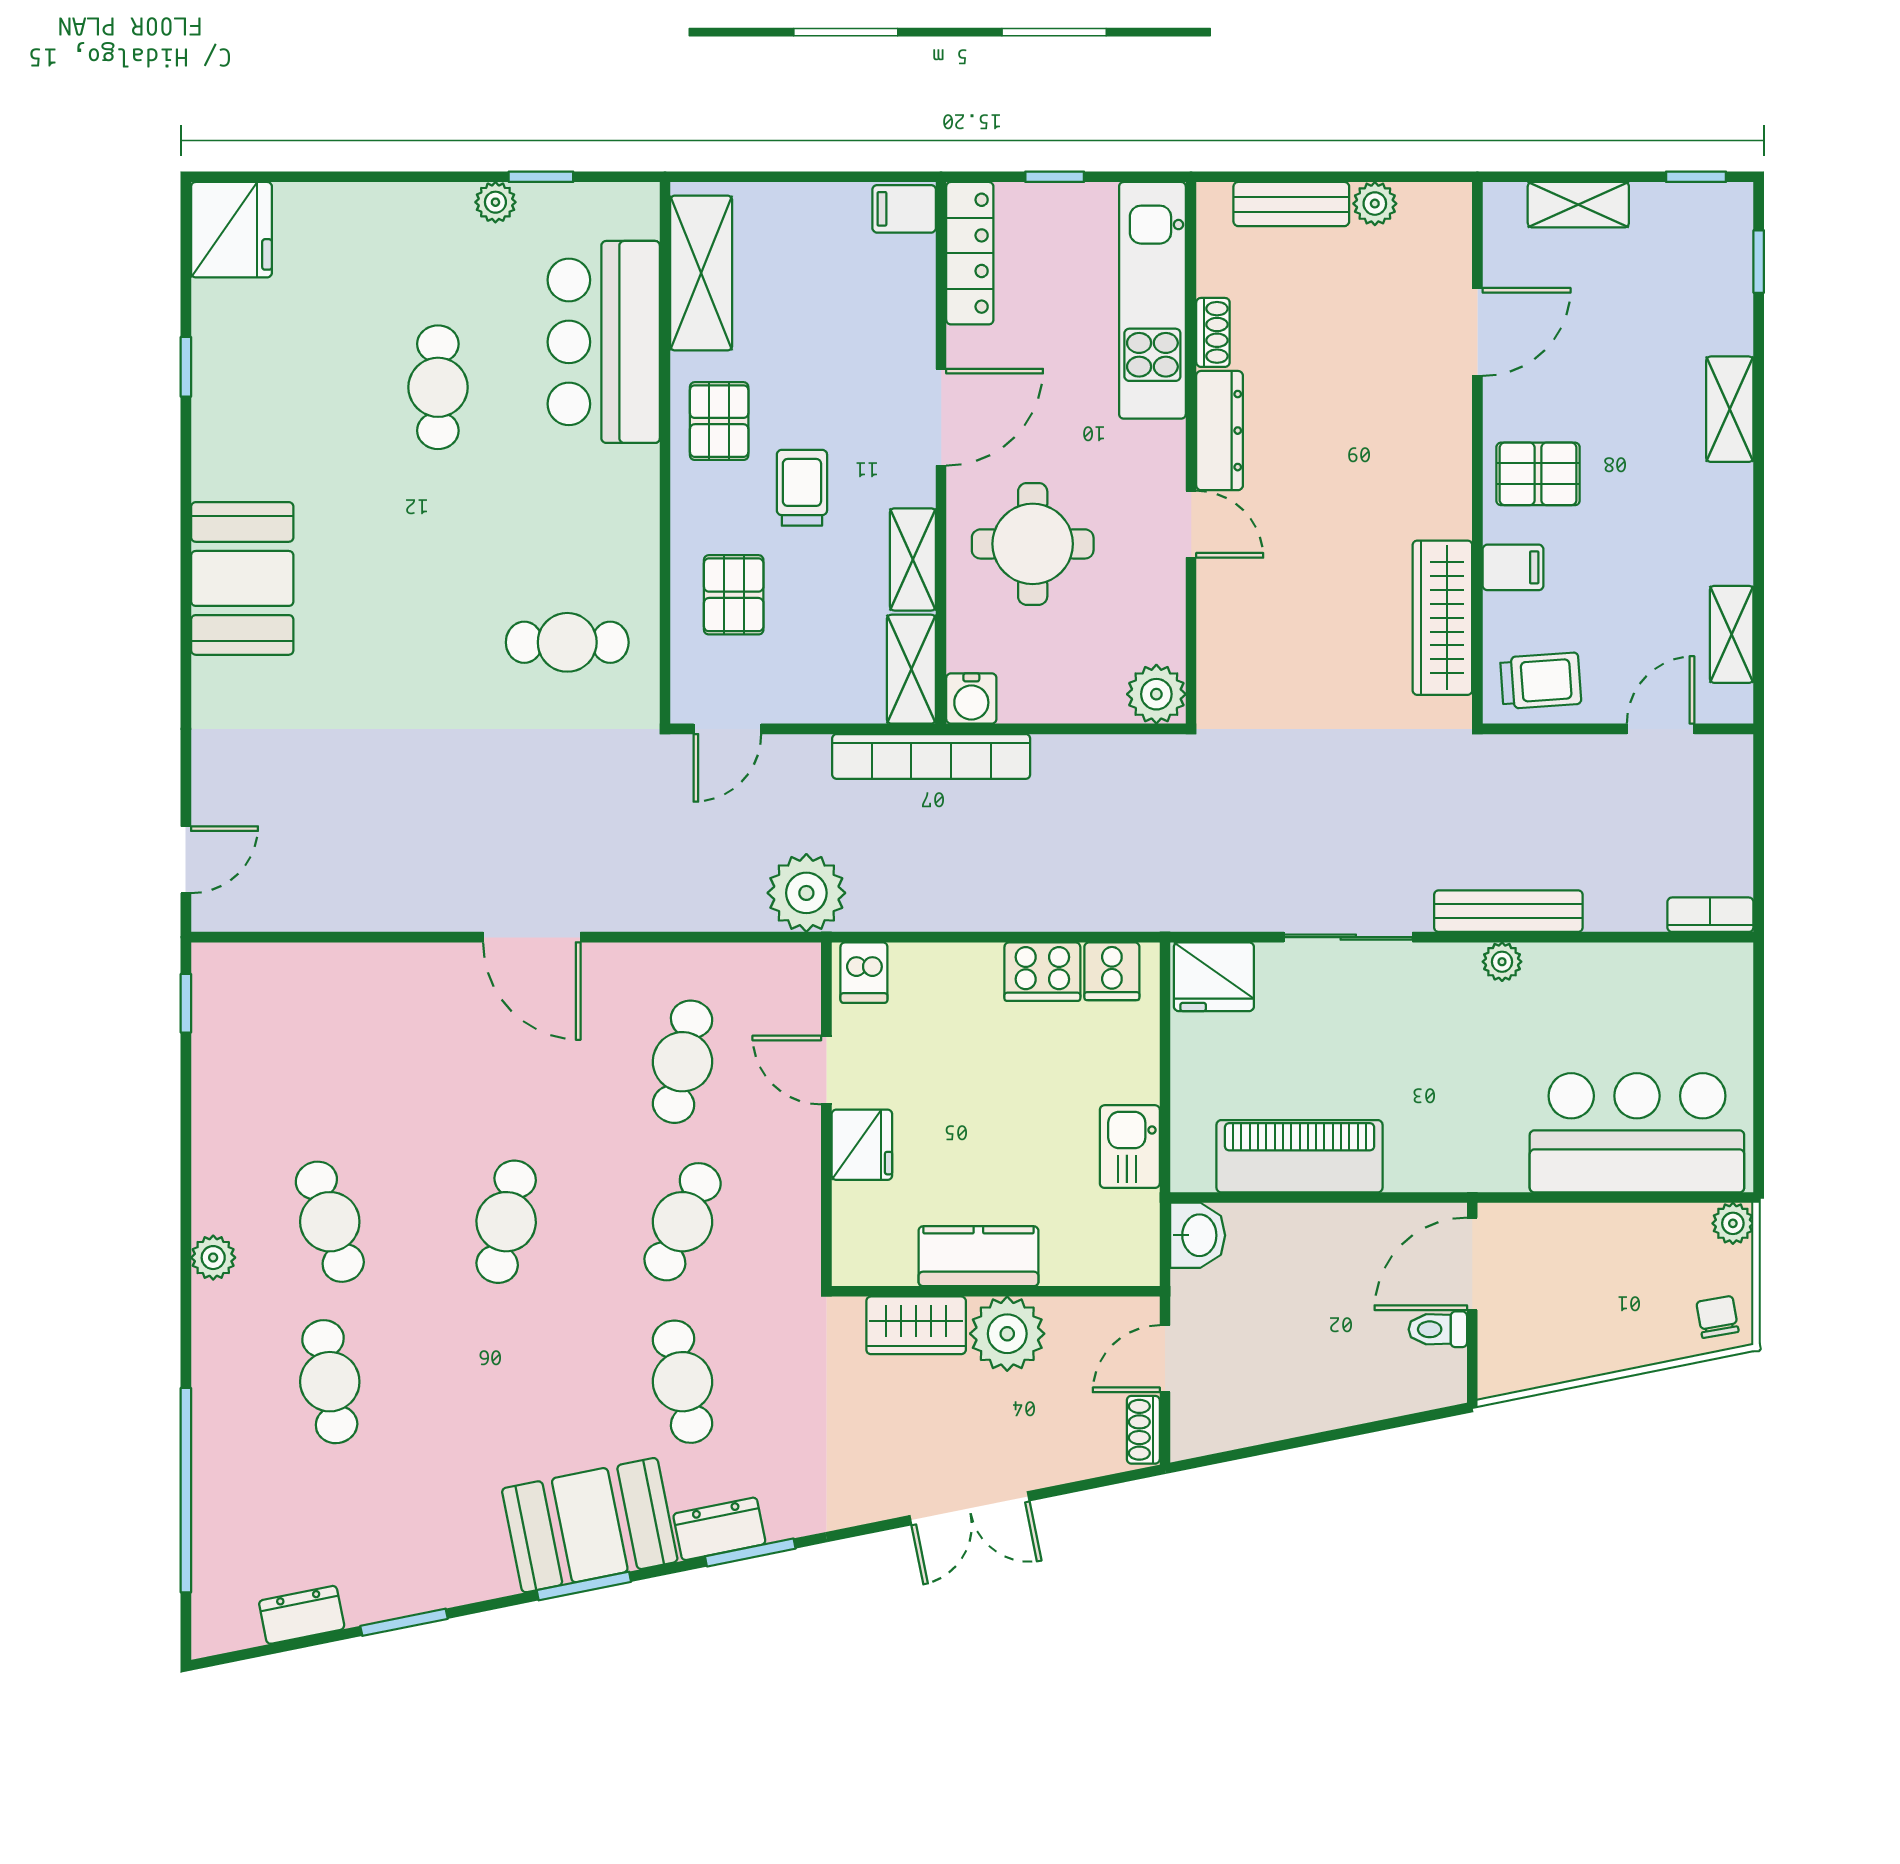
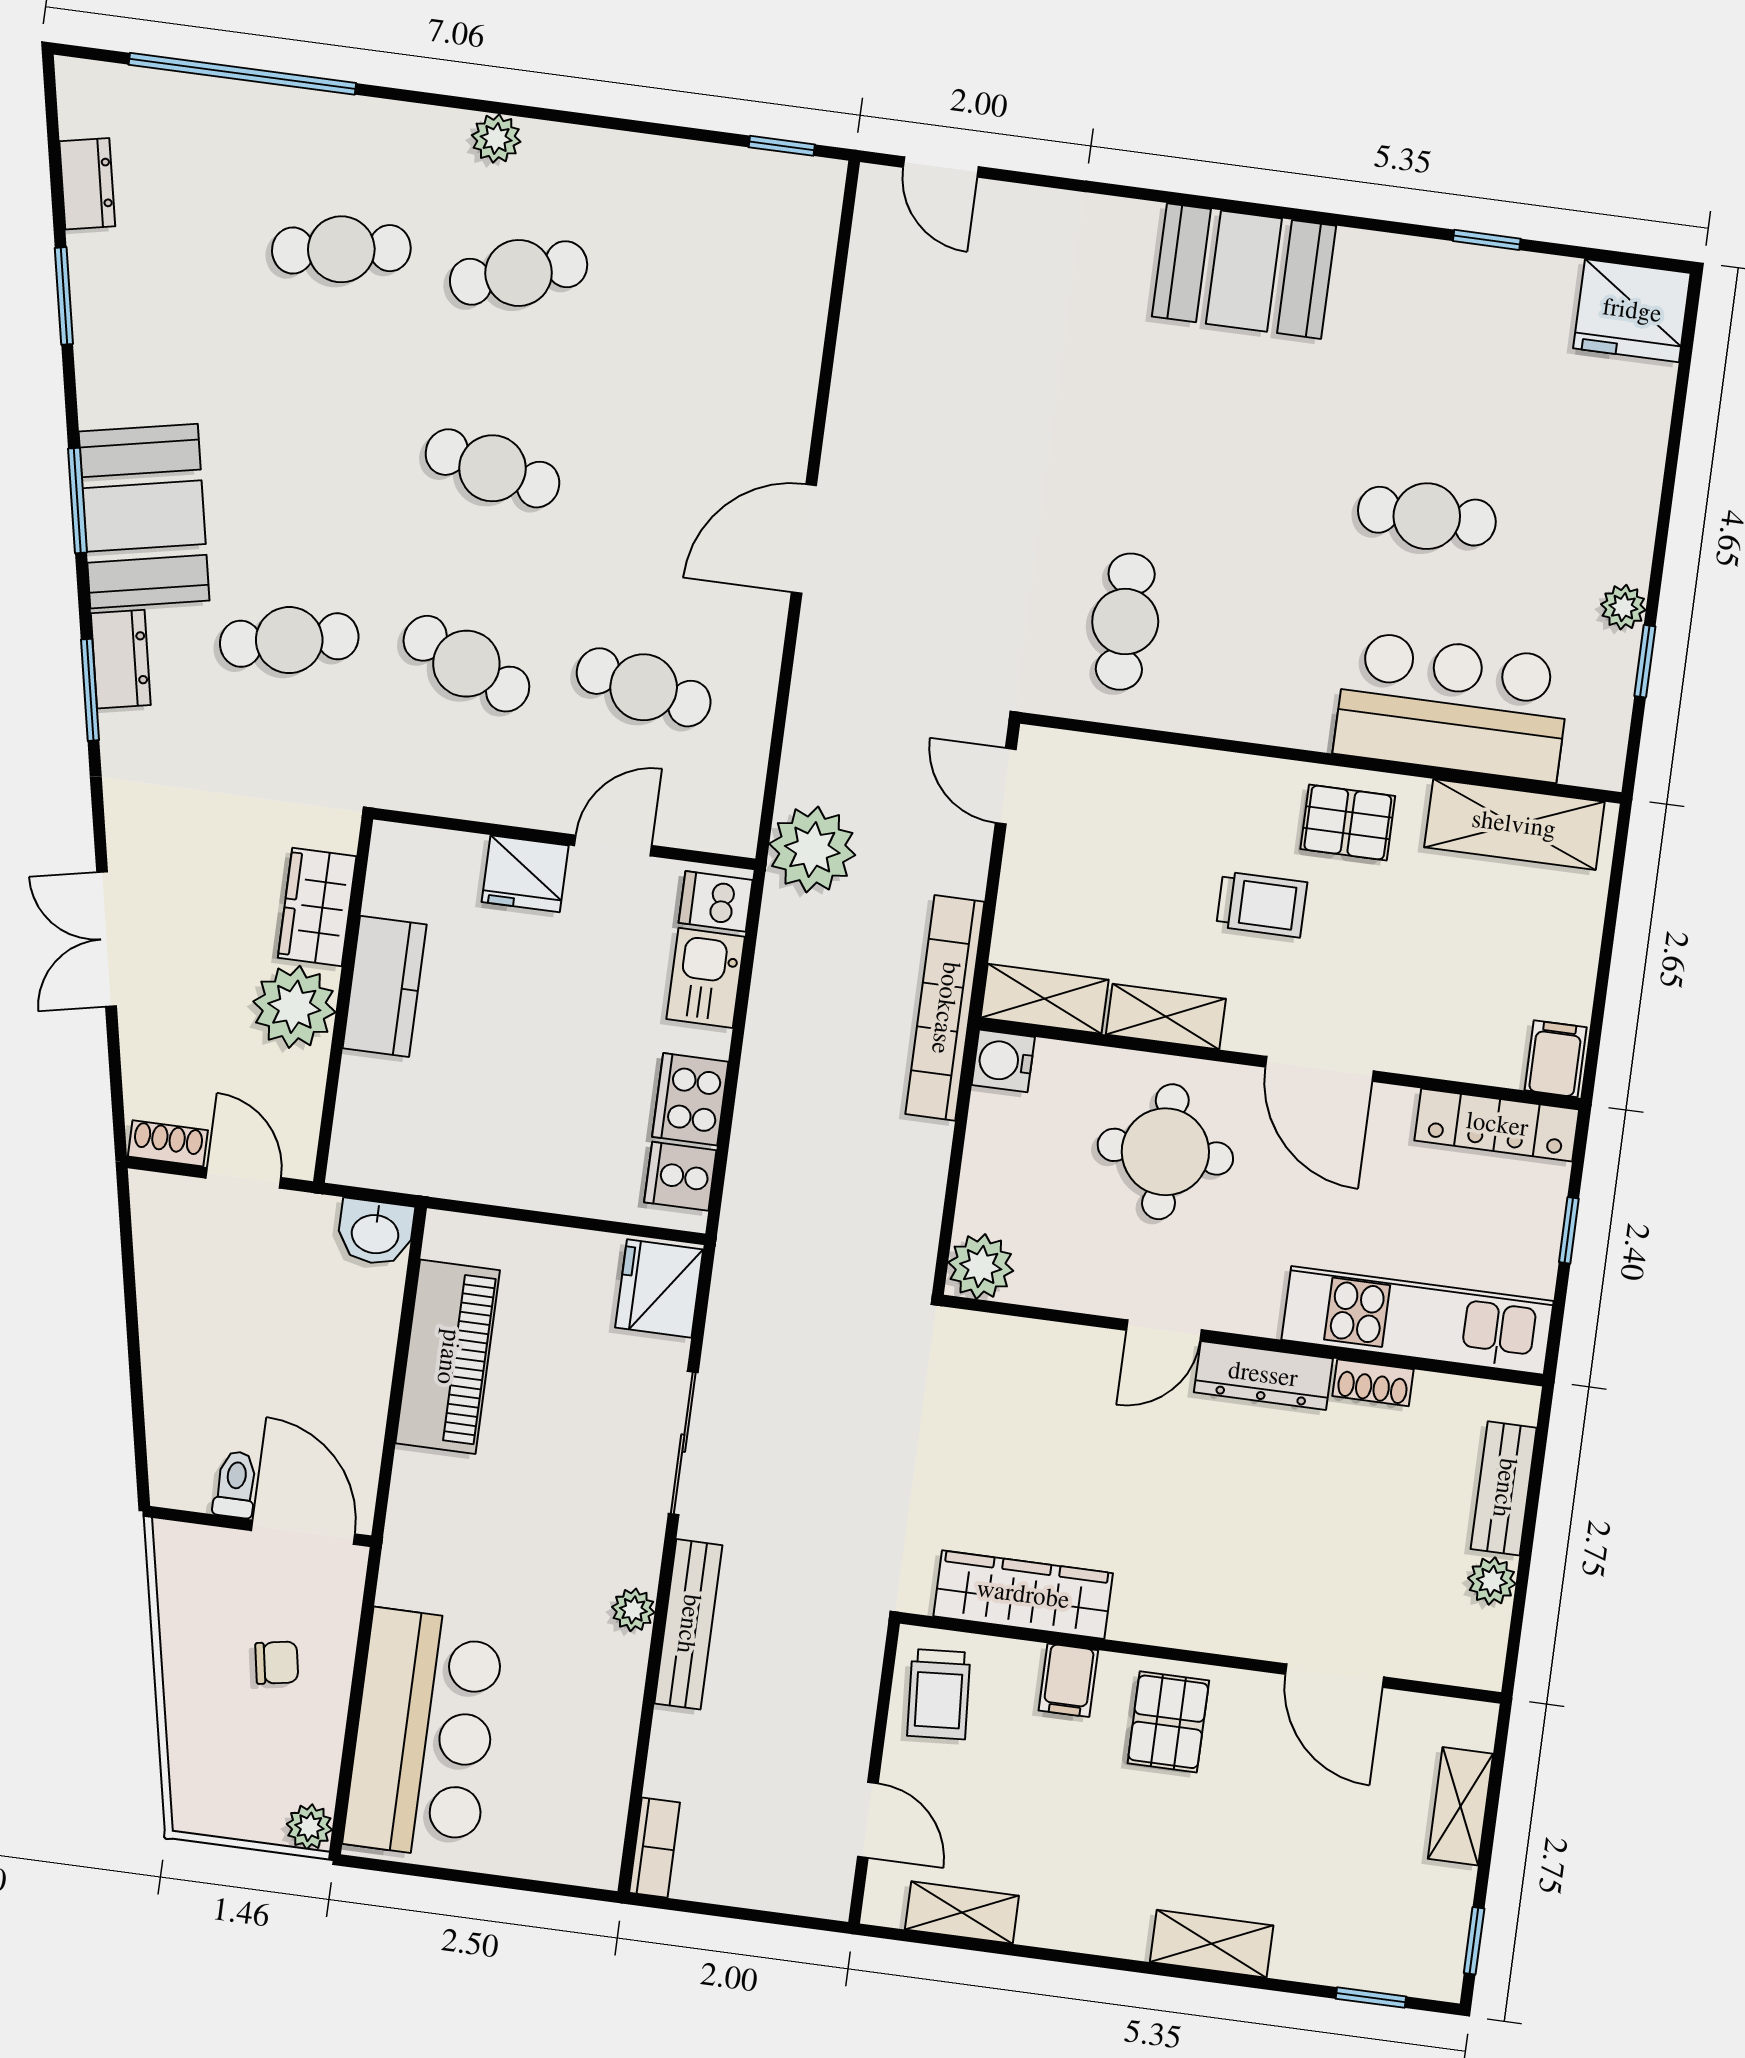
pallet: (734, 595) -> (1153, 813), removed
kitchen sink: (1130, 1147) -> (706, 978), moved, turned -90
chair: (1717, 1317) -> (277, 1663), moved

